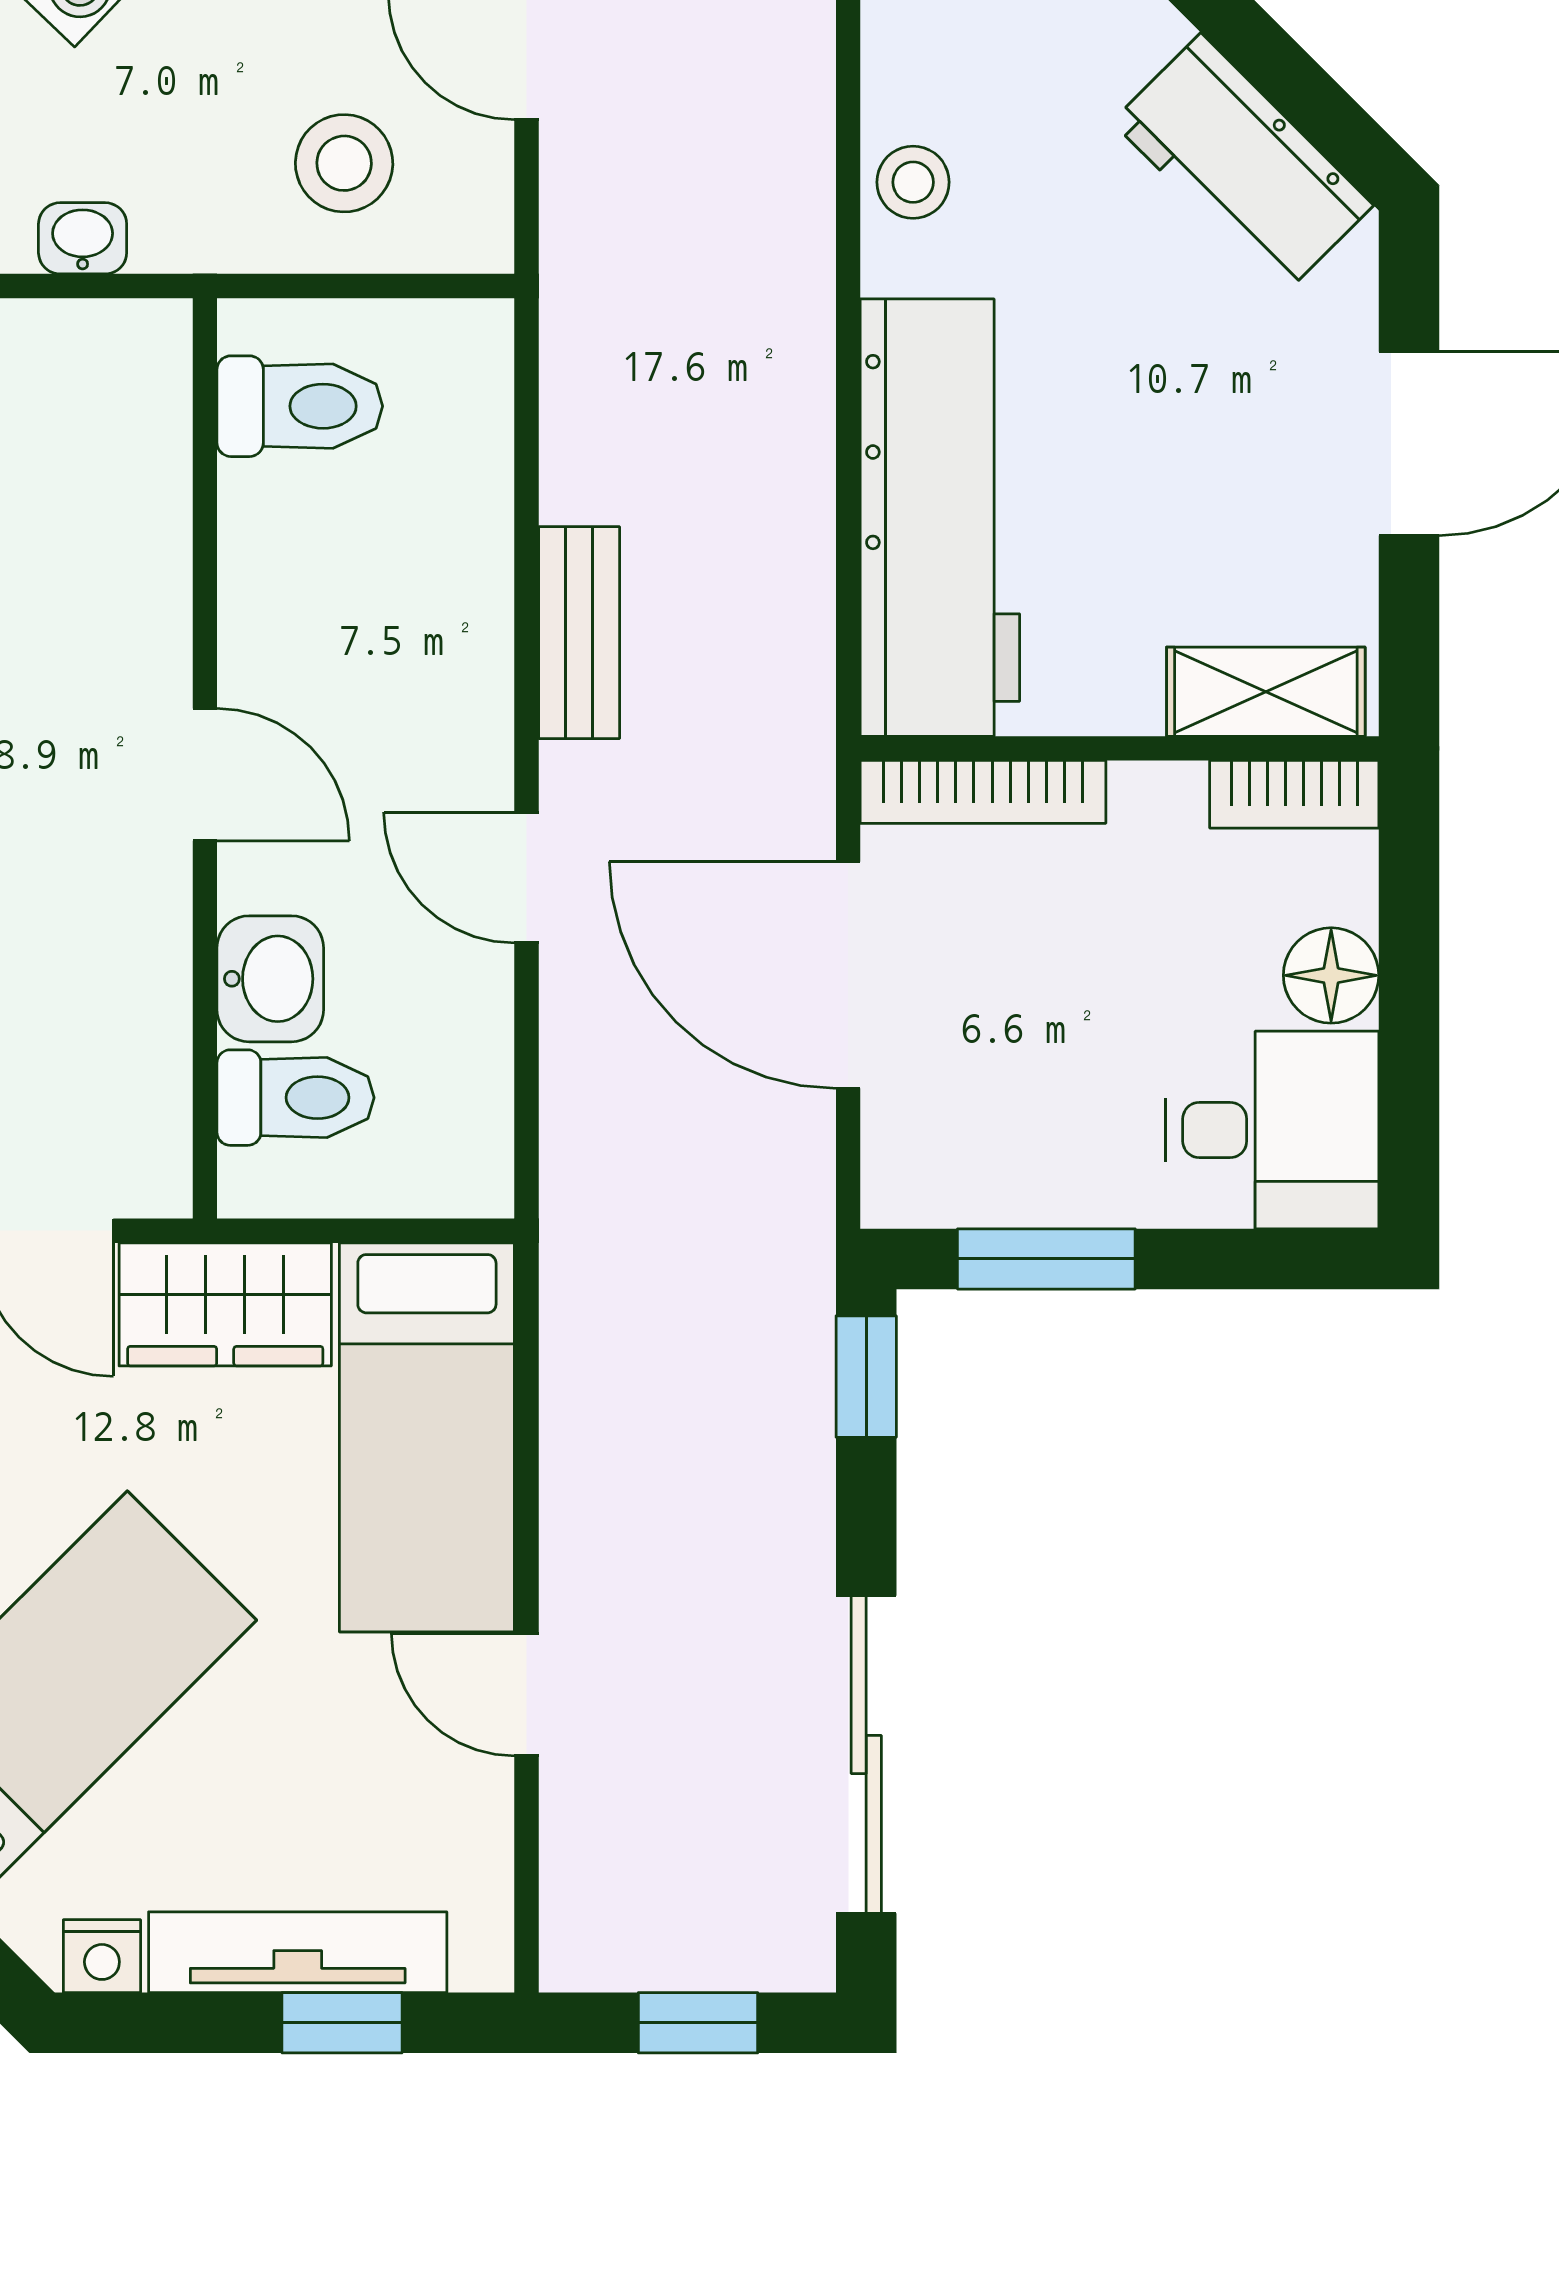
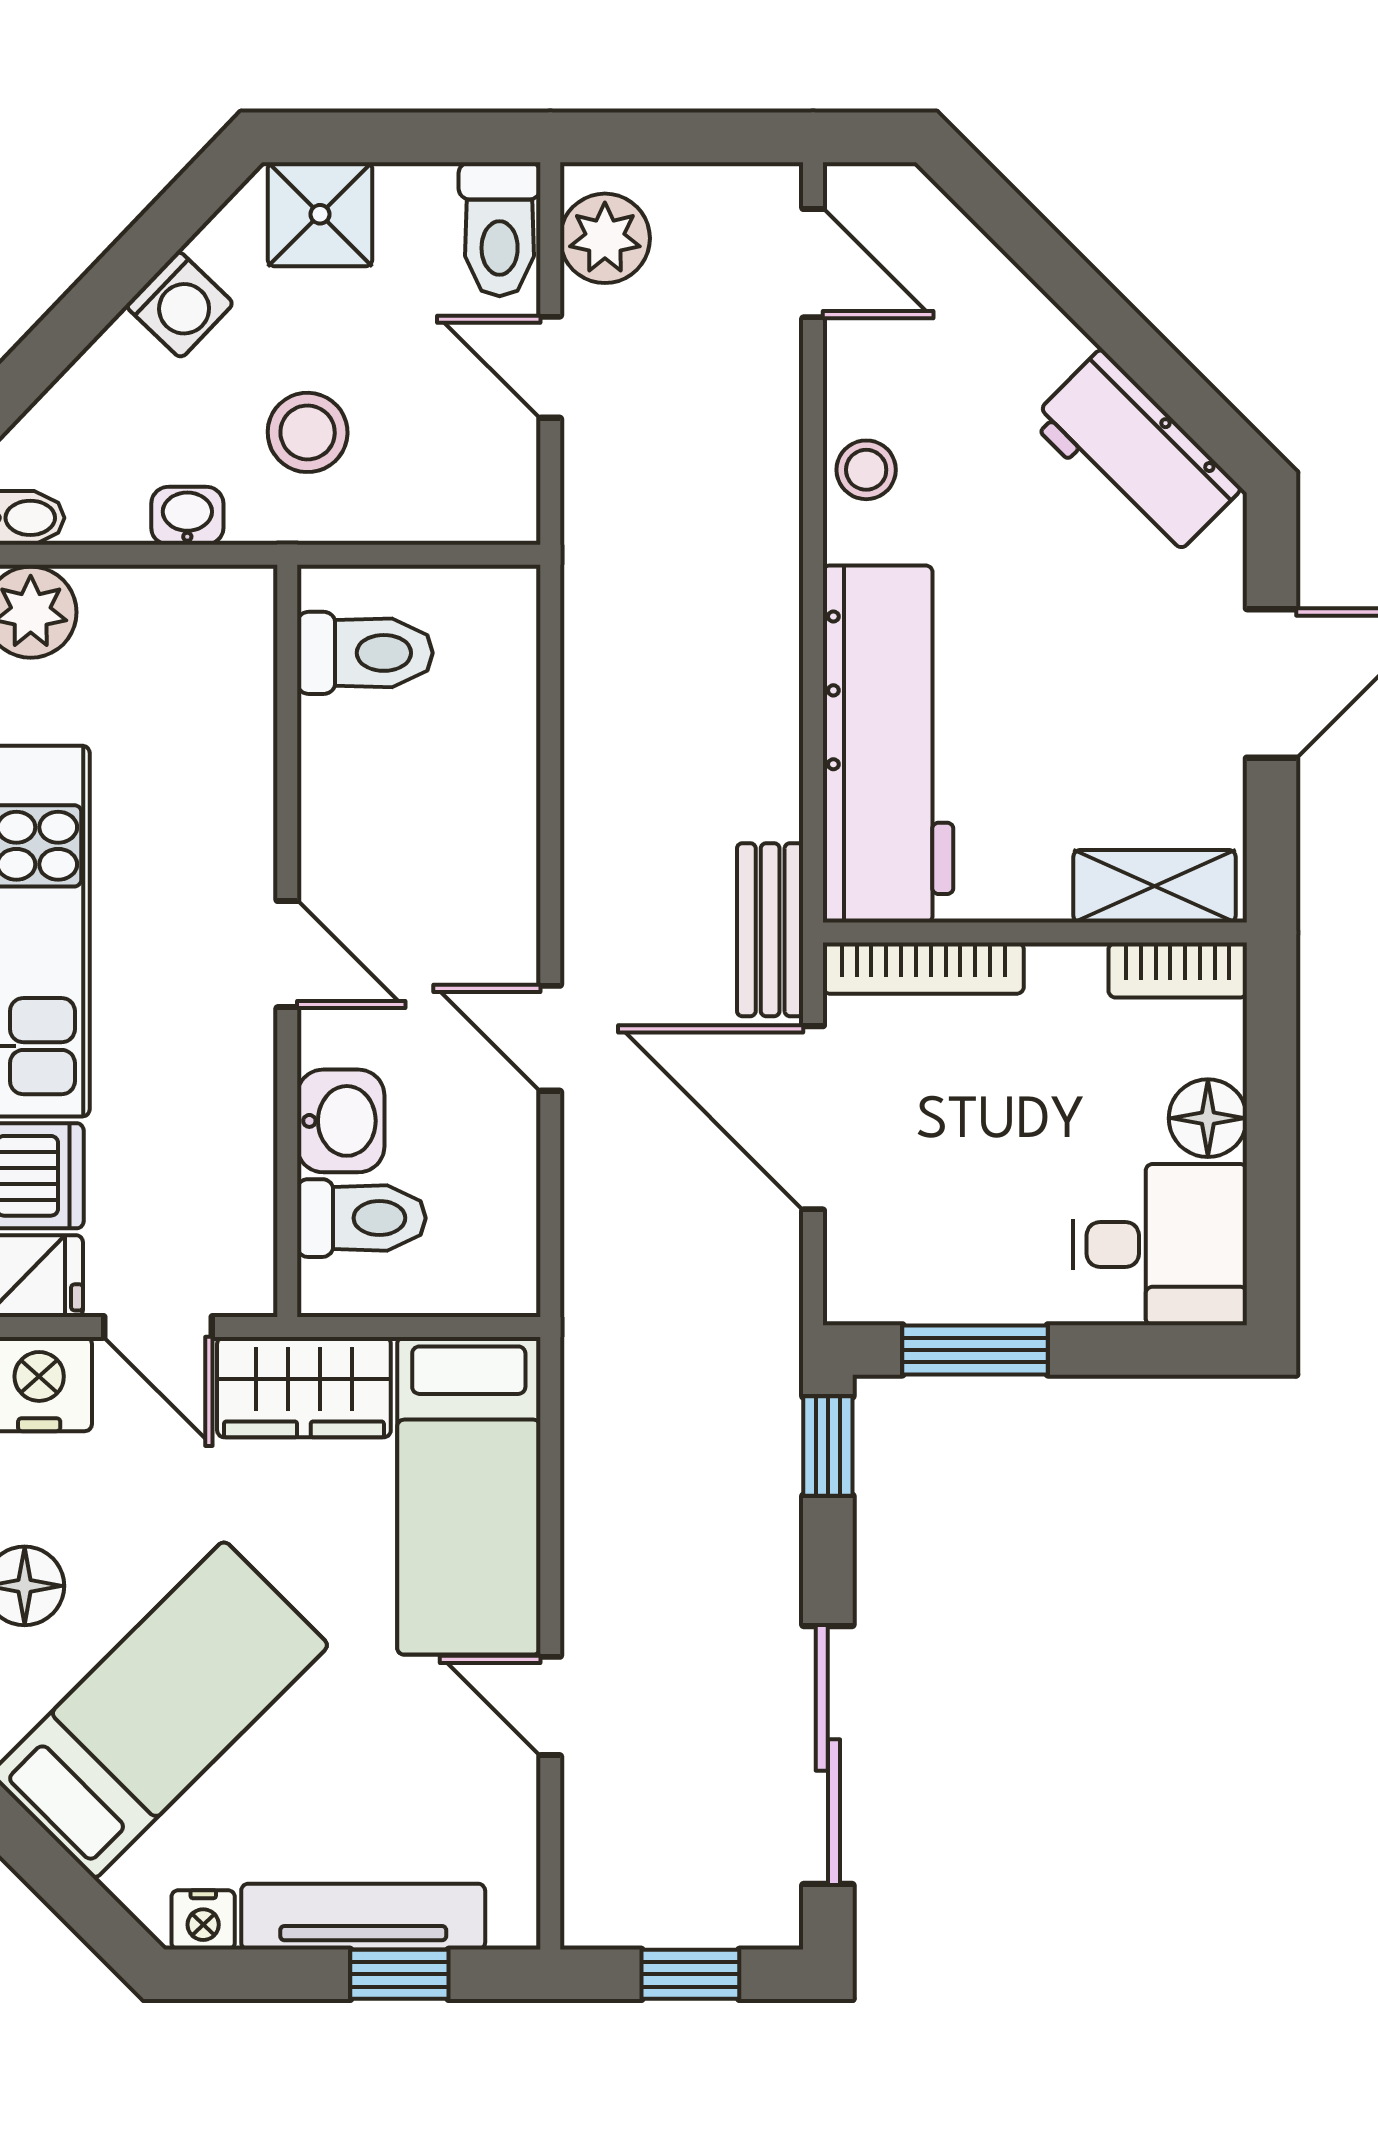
stool: (344, 163) -> (308, 432), moved
bench: (579, 633) -> (770, 930), moved

